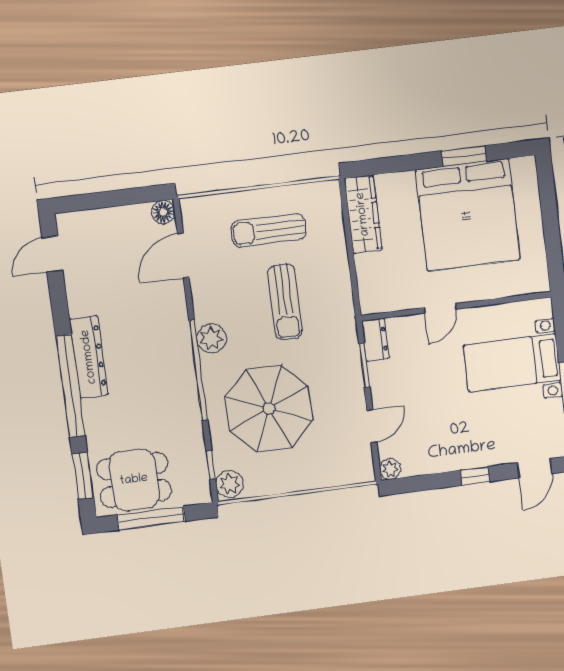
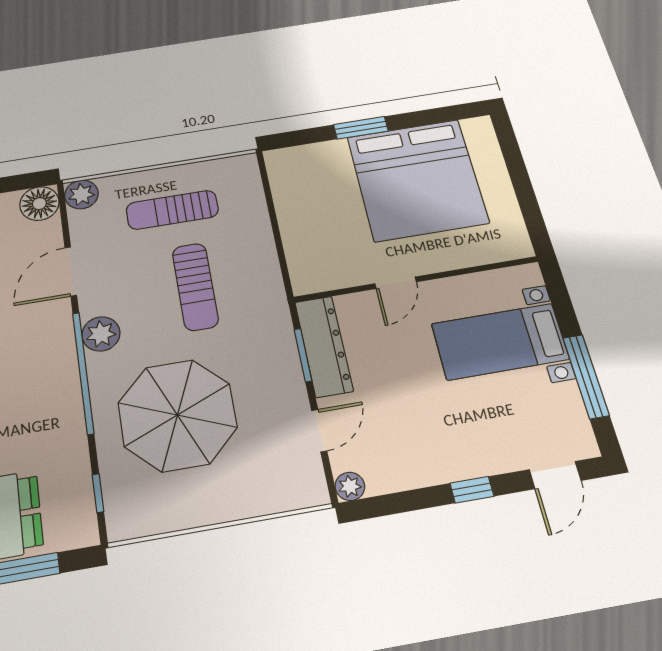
window: (464, 156) -> (361, 128), moved
floor lamp: (163, 212) -> (39, 204), width x1.38, depth x1.38
wardrobe: (363, 214) -> (288, 186), removed
door: (183, 255) -> (71, 271), moved
dresser: (375, 340) -> (324, 346), width x1.96, depth x1.24
plant: (230, 484) -> (81, 194), moved

